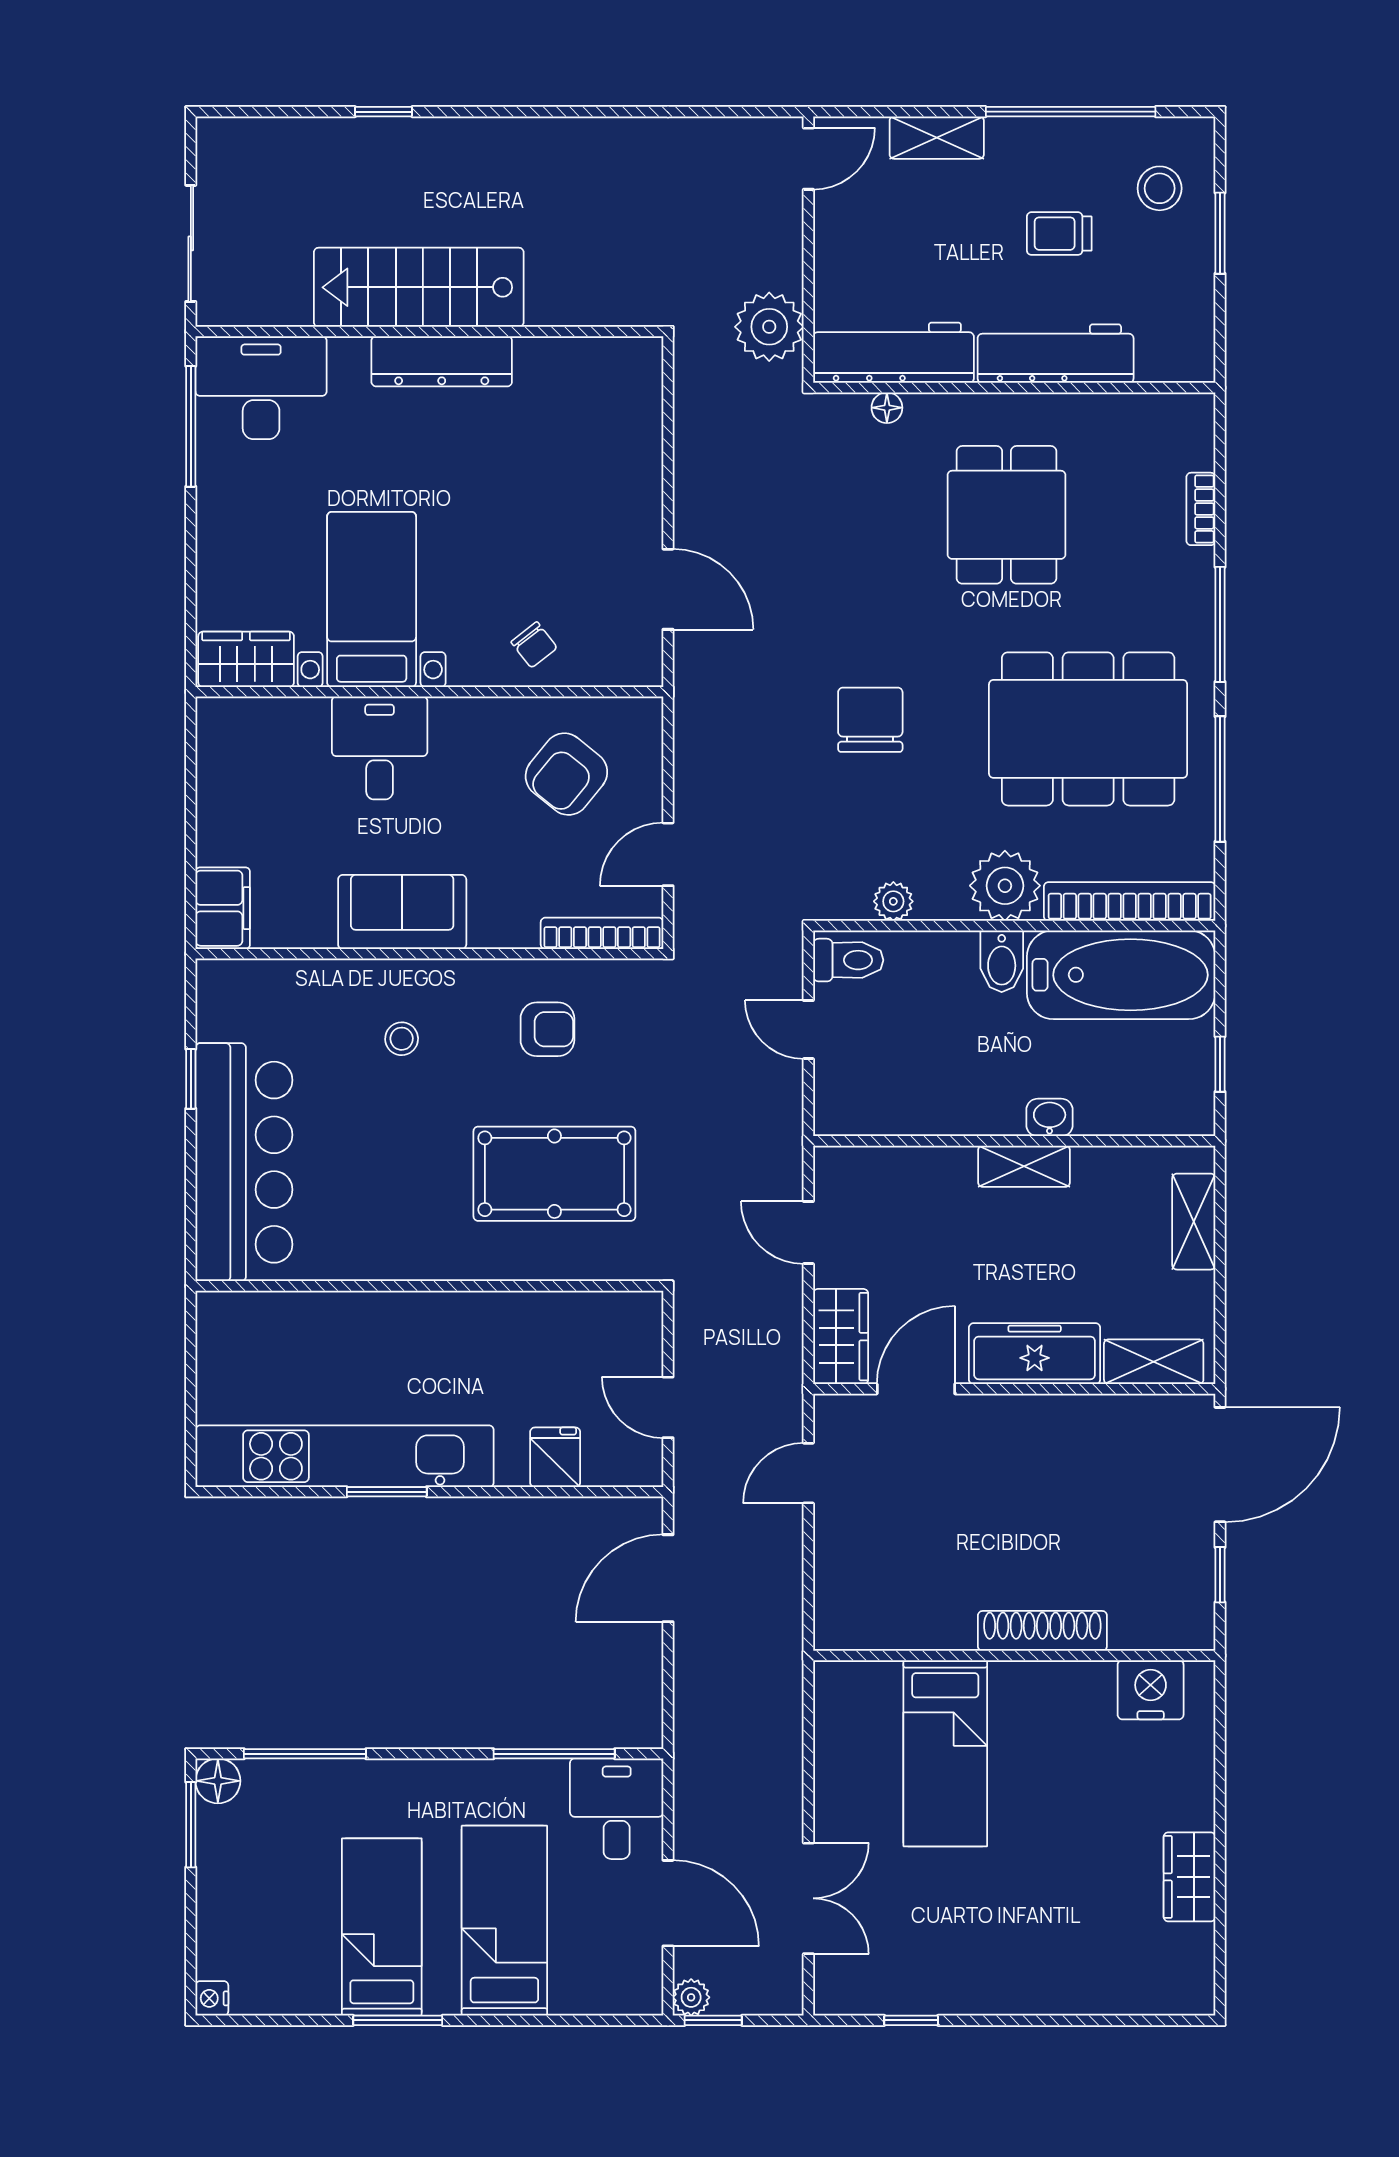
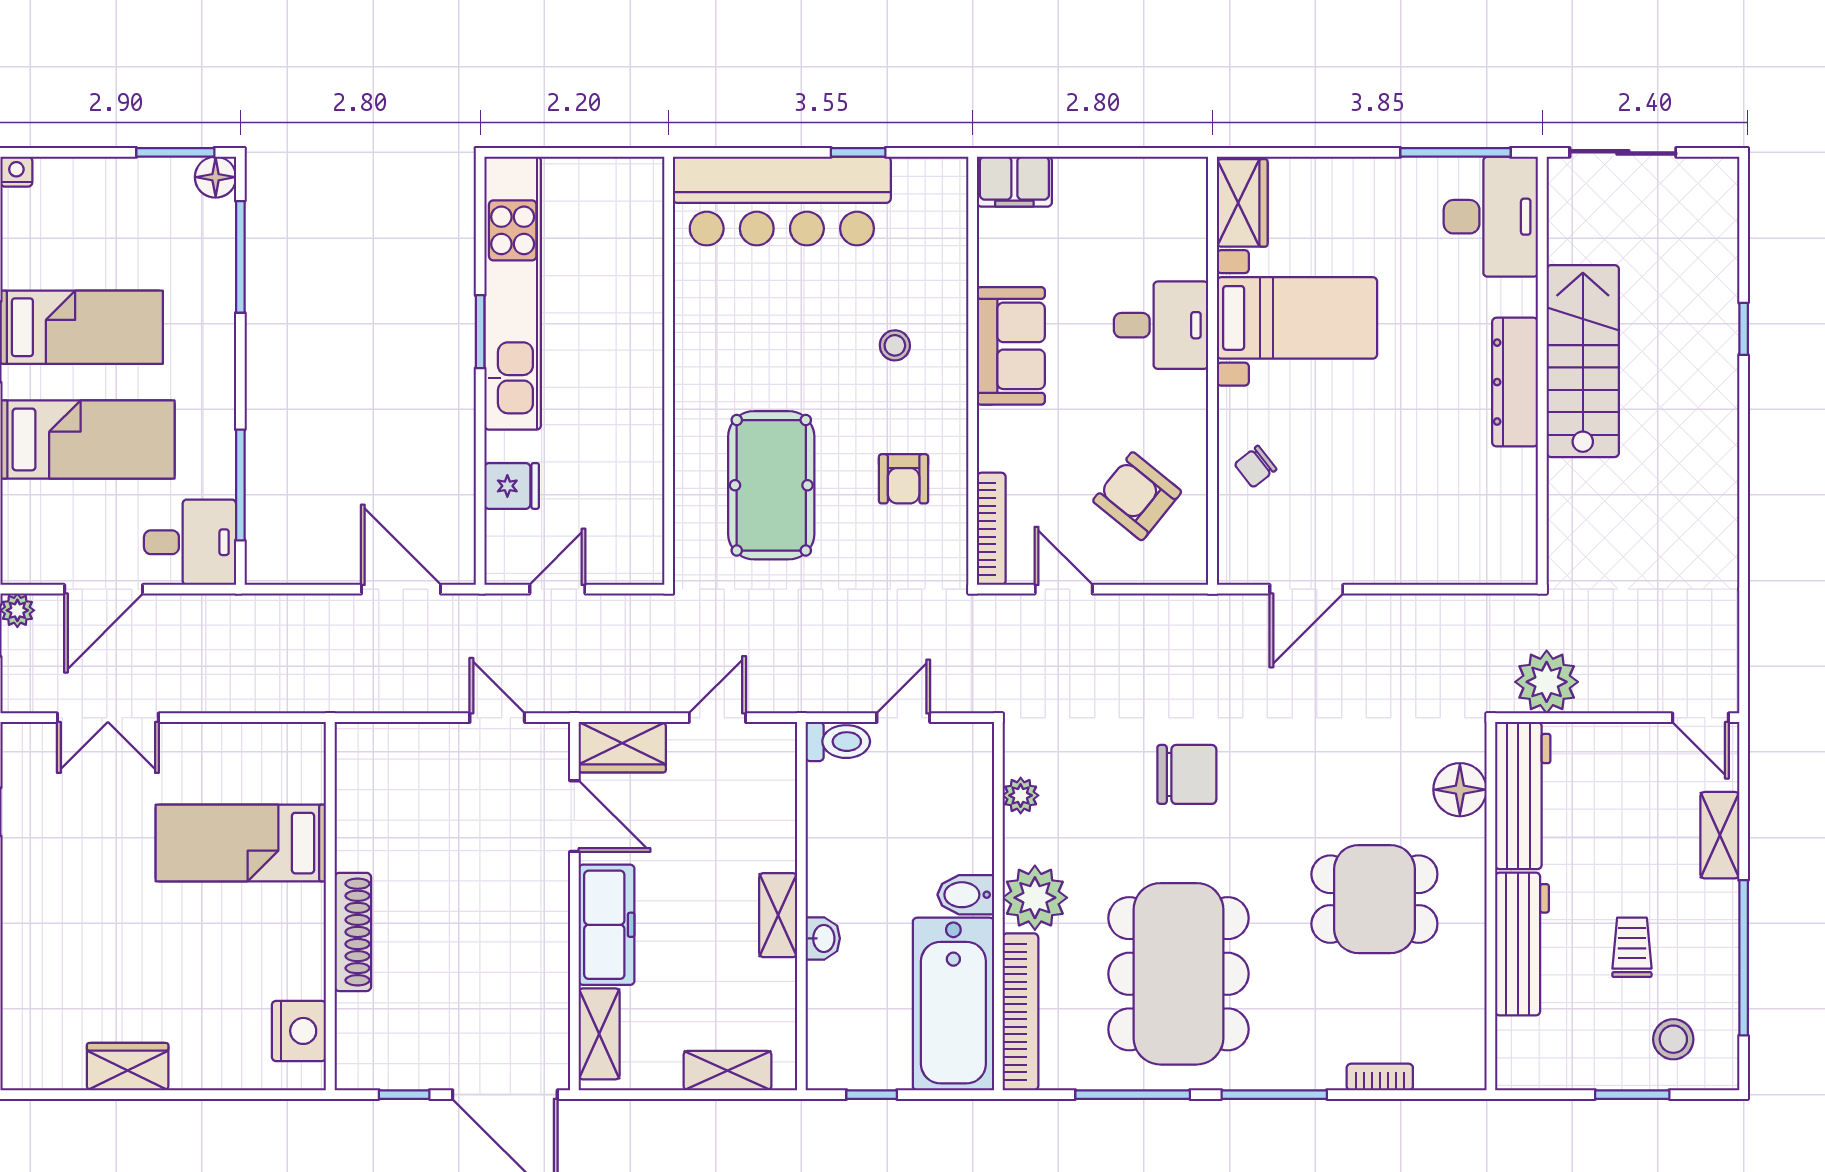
floor lamp: (887, 408) -> (1460, 790), width x1.89, depth x1.89
toilet: (848, 960) -> (838, 742), moved, turned -90

